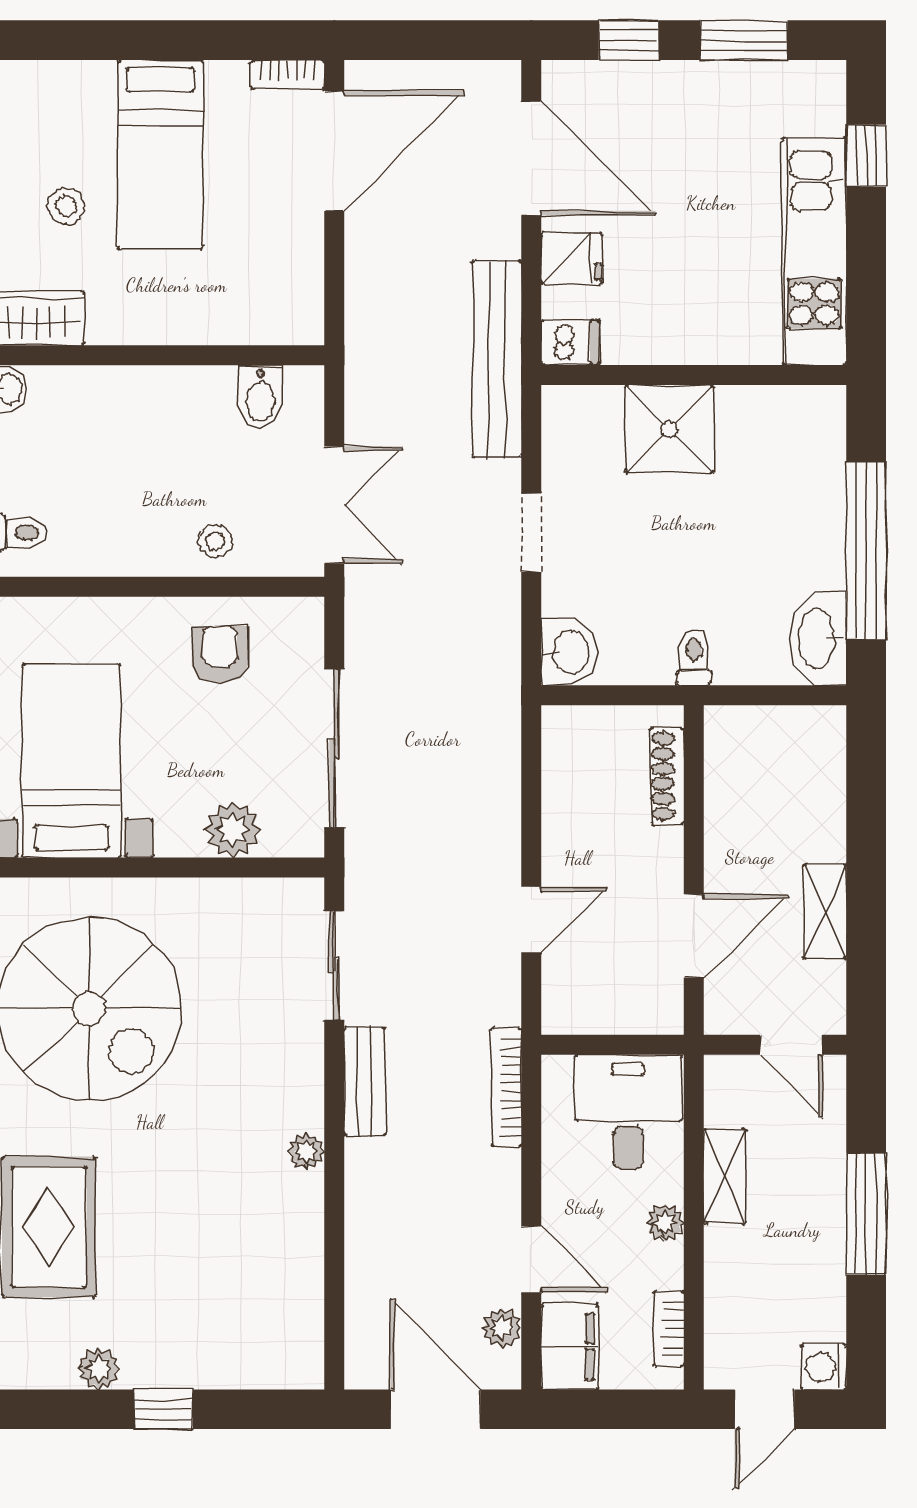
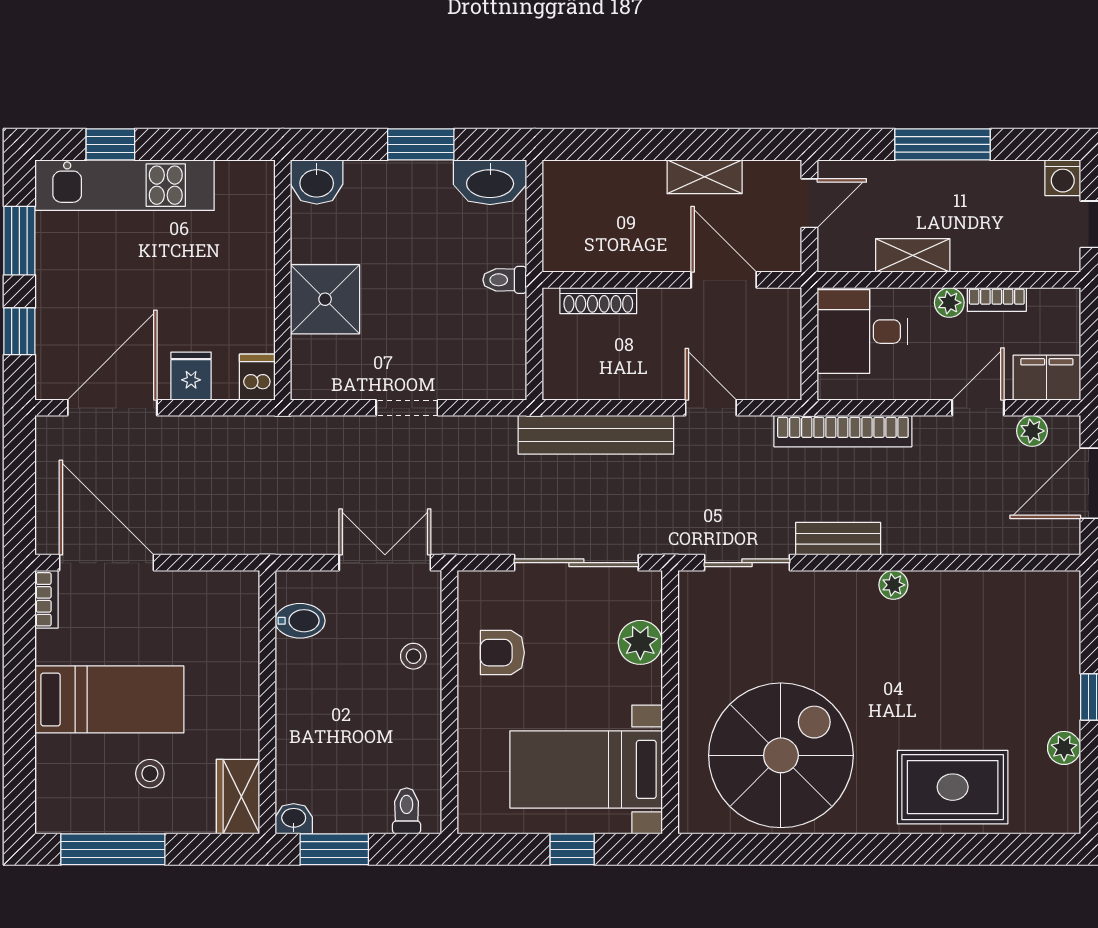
kitchen unit: (814, 251) -> (125, 185), moved
bench: (497, 359) -> (596, 435), moved
window: (866, 550) -> (421, 144), width x0.47
washbasin: (569, 652) -> (317, 182), moved, turned 180
bookcase: (506, 1087) -> (843, 431), width x1.48, depth x1.31
bookcase: (669, 1329) -> (997, 300), moved

